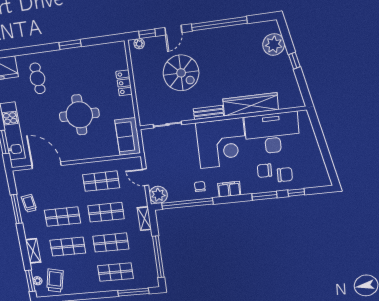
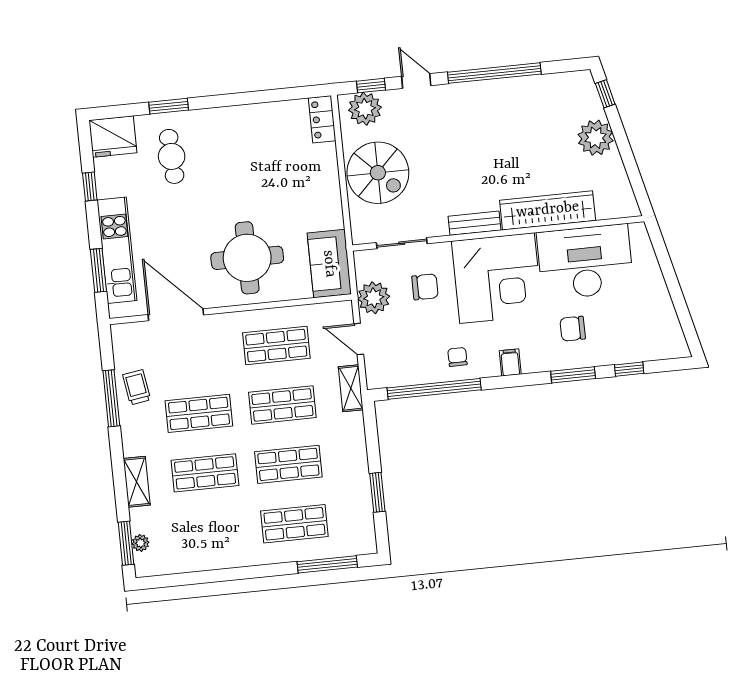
door: (173, 30) -> (416, 81), swing flipped
window: (70, 44) -> (169, 106), moved
plant: (139, 44) -> (365, 109), width x1.88, depth x1.88
plant: (274, 44) -> (596, 138), moved
window: (294, 61) -> (605, 94), moved
spiral stairs: (181, 73) -> (378, 173), moved
locker: (124, 83) -> (322, 119), moved
round table: (79, 115) -> (247, 258), moved
chair: (285, 175) -> (425, 287), moved
filing cabinet: (229, 189) -> (510, 362), width x0.50
plant: (158, 195) -> (374, 298), moved
shelving: (144, 219) -> (351, 388), moved
window: (158, 257) -> (377, 492), width x0.47
trolley: (55, 280) -> (175, 542), removed

